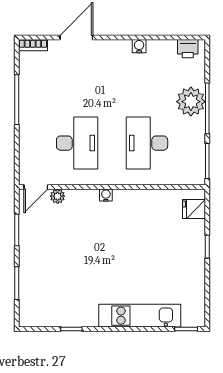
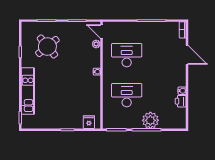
printer: (188, 49) -> (181, 101), moved
desk: (77, 143) -> (127, 55), turned 180
round table: (62, 282) -> (47, 46), added

